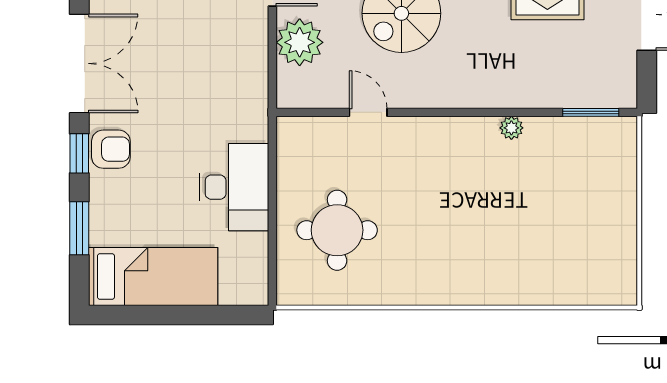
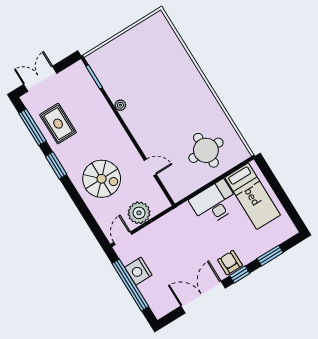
door: (368, 112) -> (150, 167), swing flipped
bed: (153, 277) -> (253, 196), moved, turned 180

